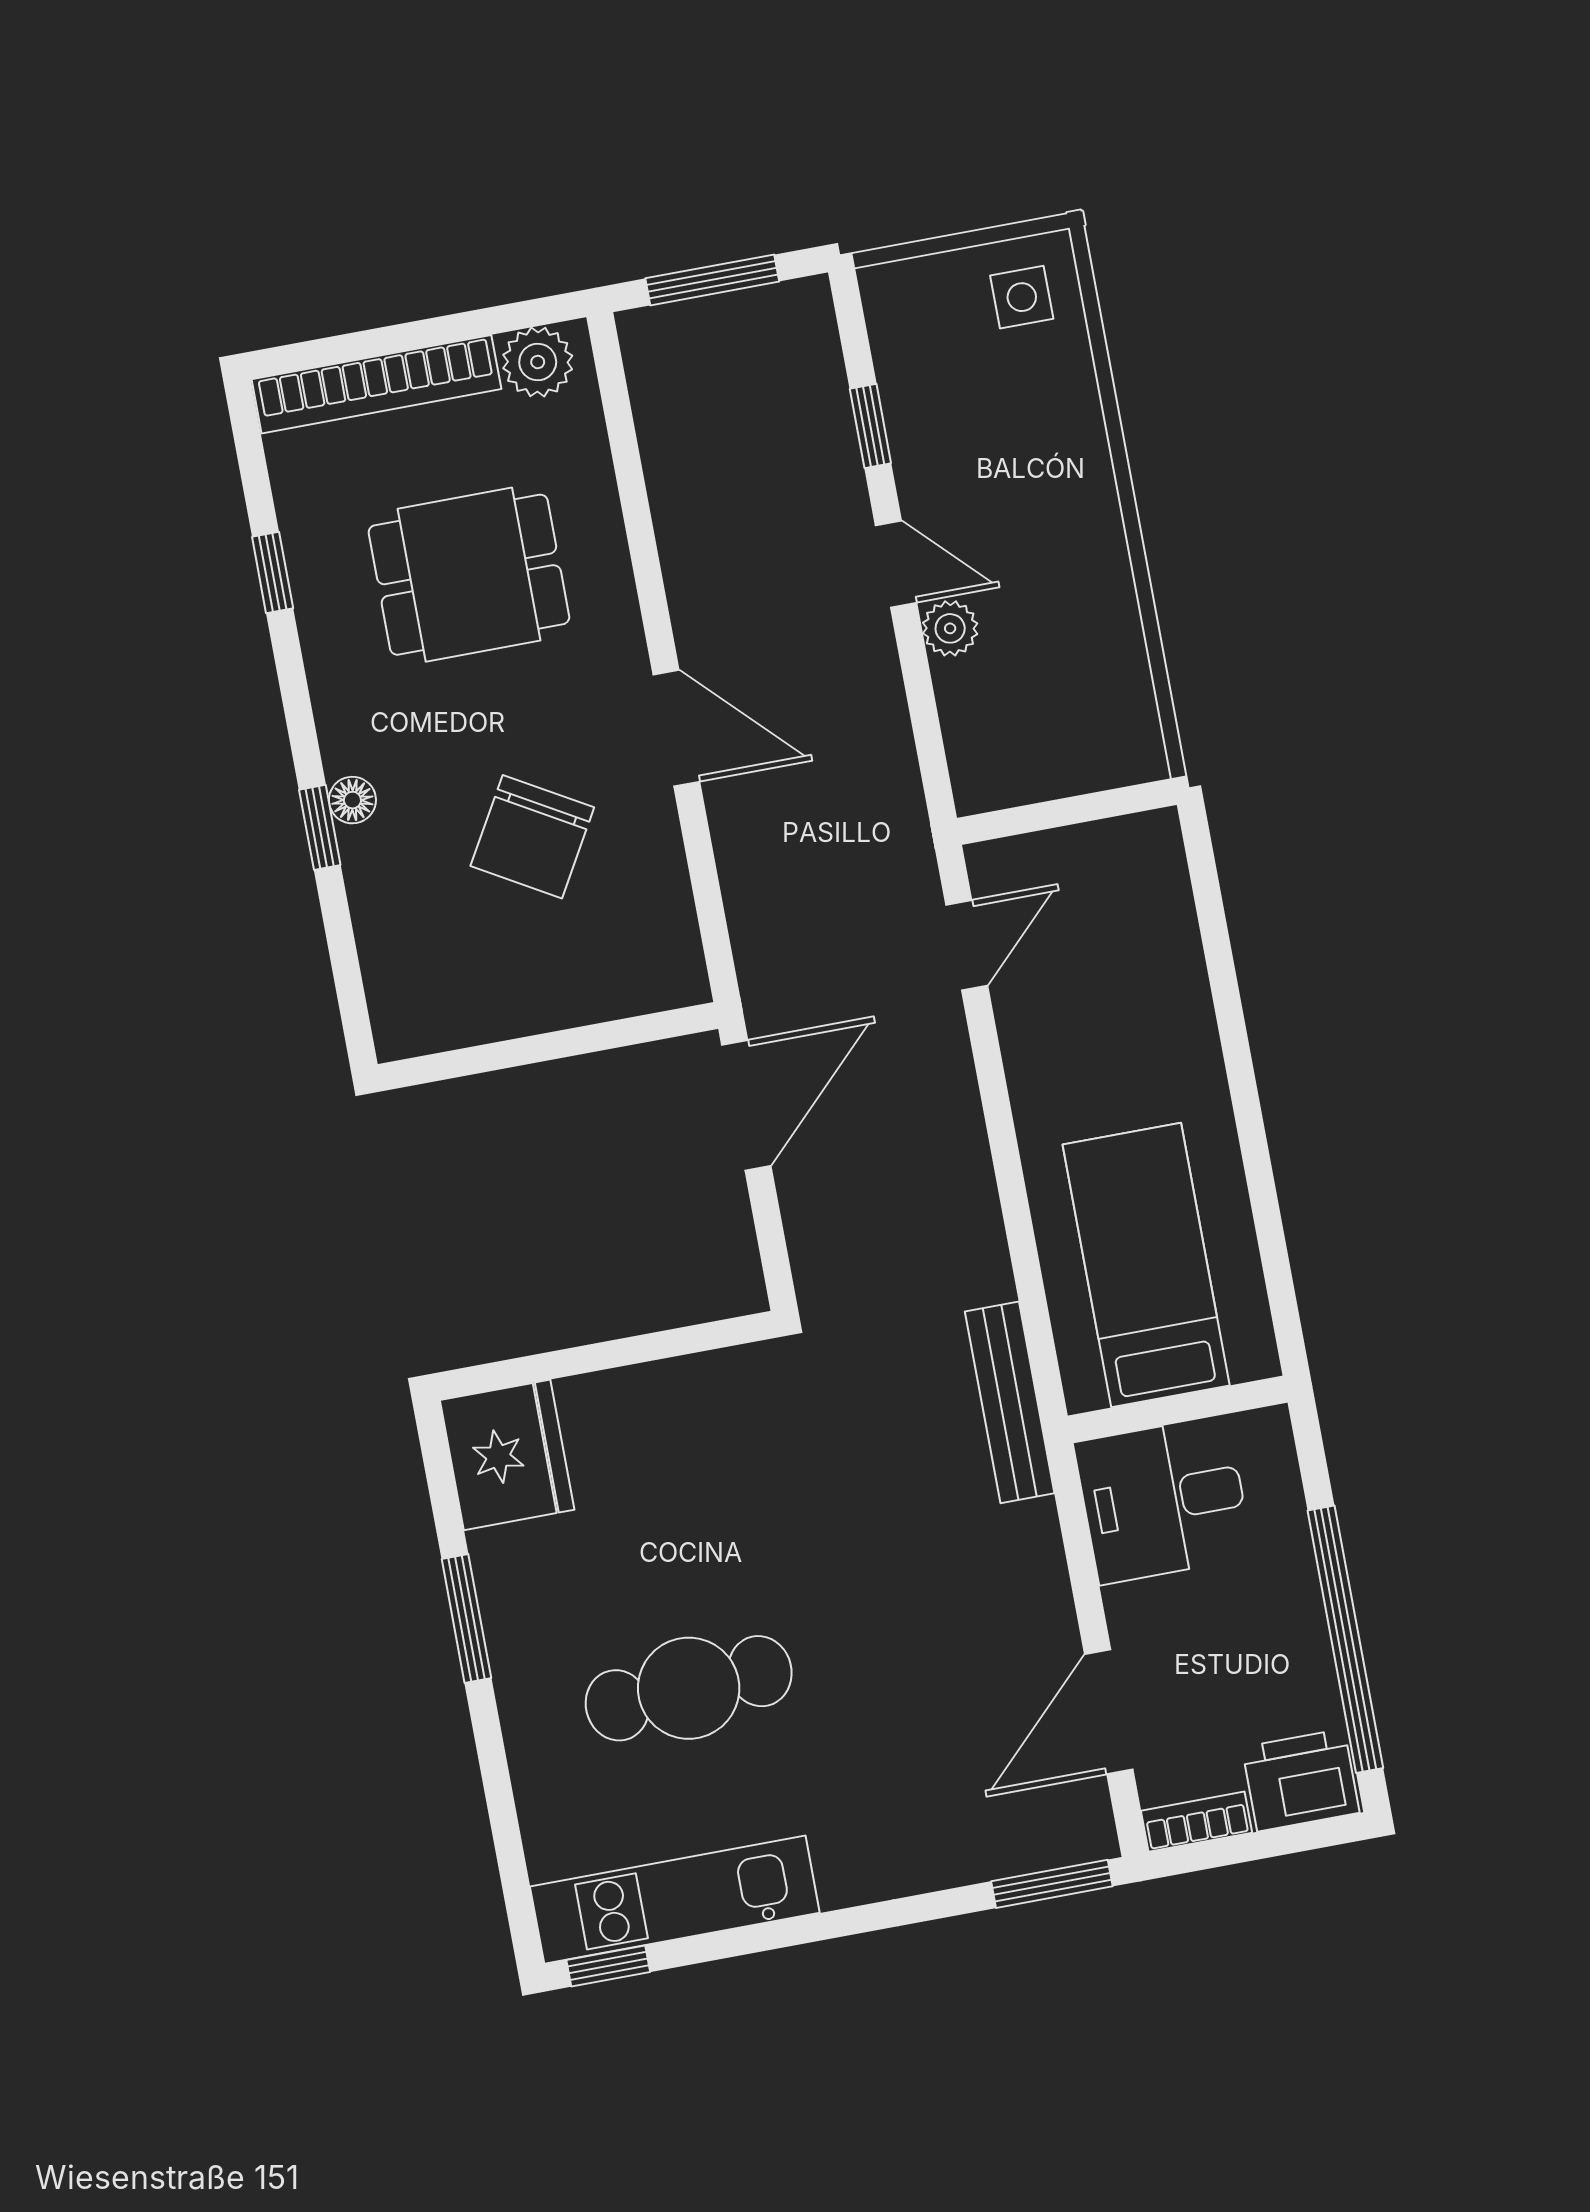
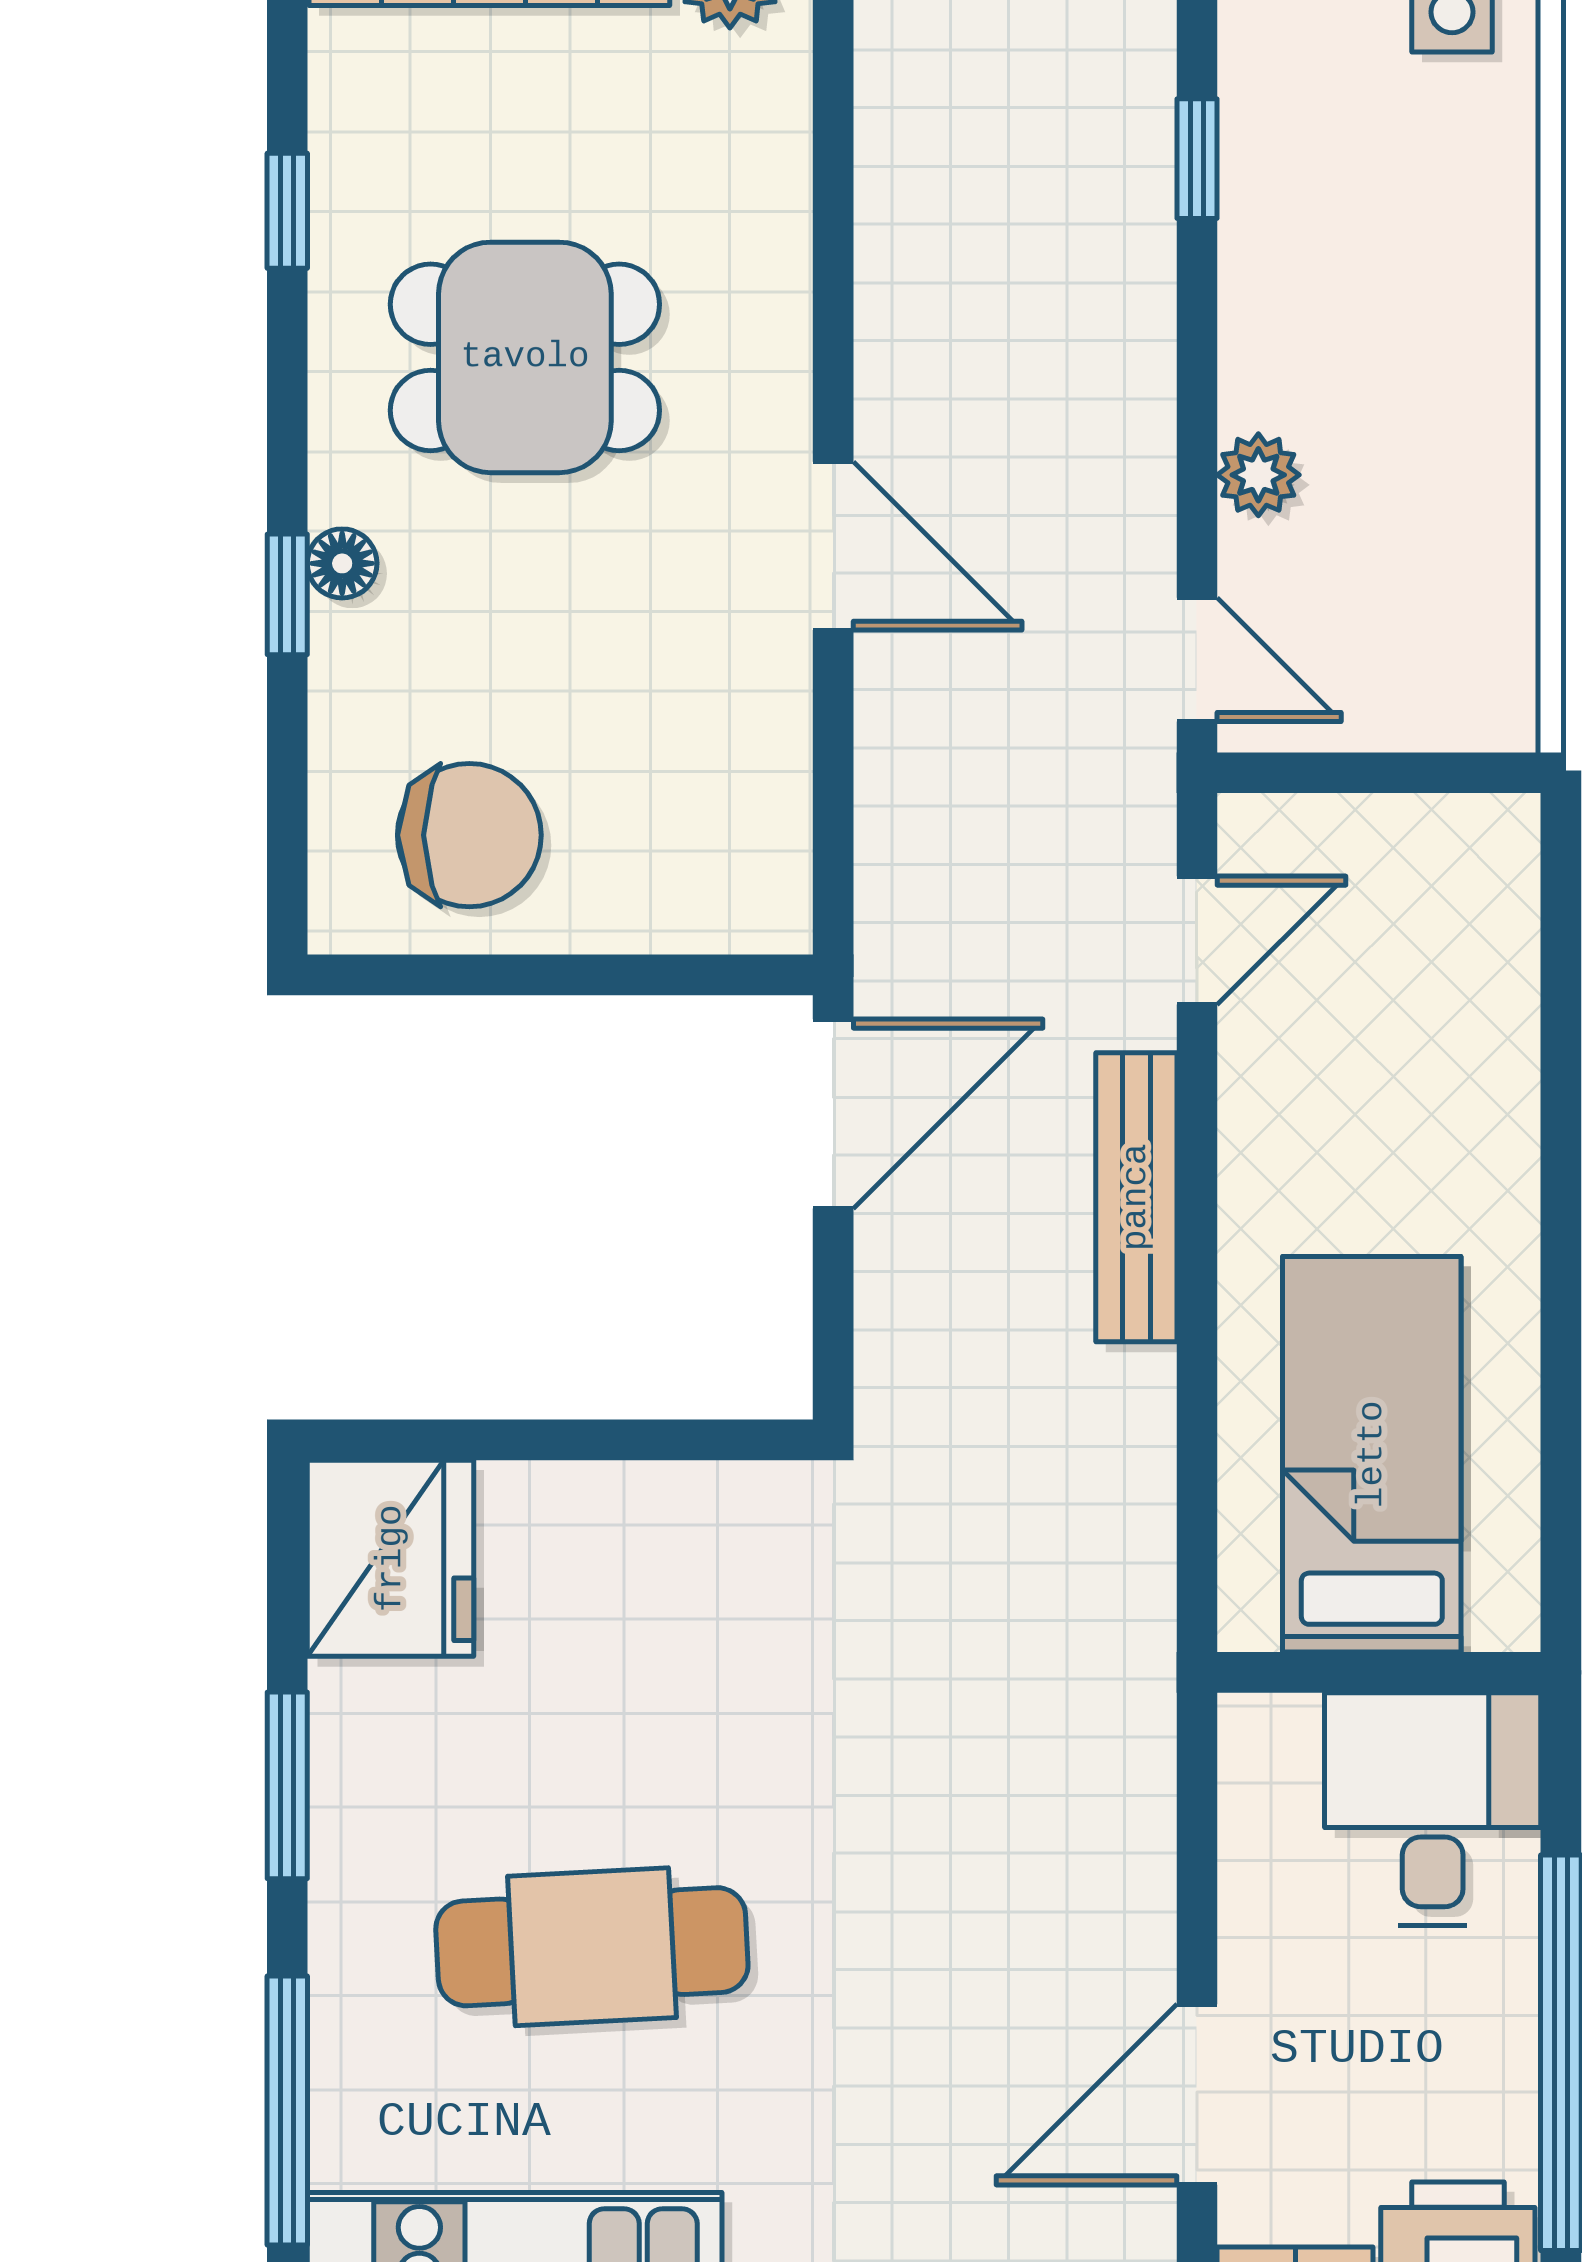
door: (896, 564) -> (1197, 660), moved
dining table: (469, 575) -> (525, 357), moved
chair: (532, 837) -> (469, 835), moved, turned -120
bench: (1010, 1402) -> (1136, 1197), moved
desk: (1163, 1500) -> (1433, 1809), moved, turned 90
window: (506, 1834) -> (287, 2111), added

